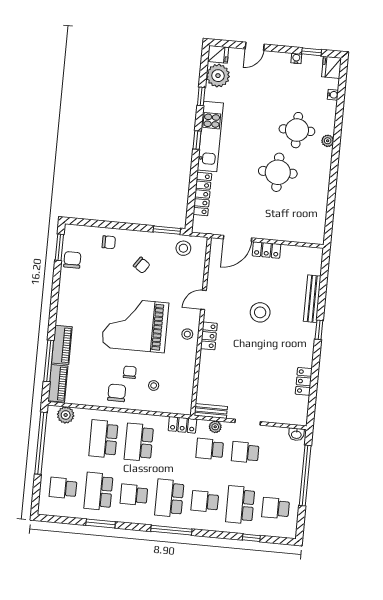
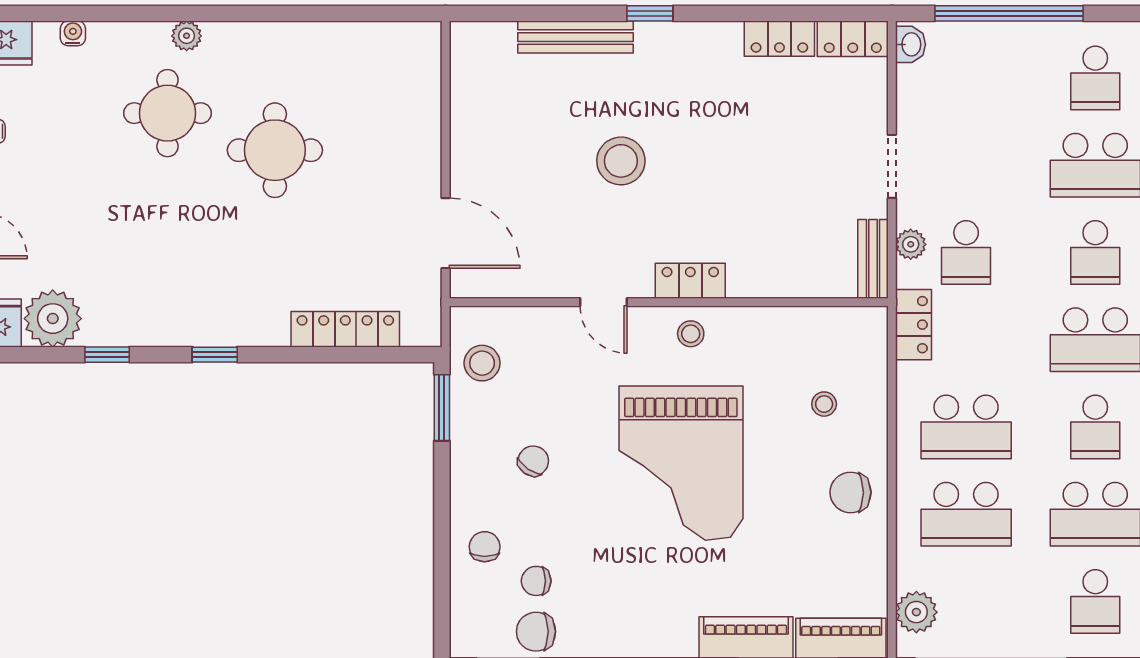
kitchen unit: (210, 137) -> (203, 323), removed
locker: (267, 250) -> (853, 39), moved, turned 90
chair: (130, 372) -> (536, 581), moved
school desk: (245, 452) -> (966, 165), removed

